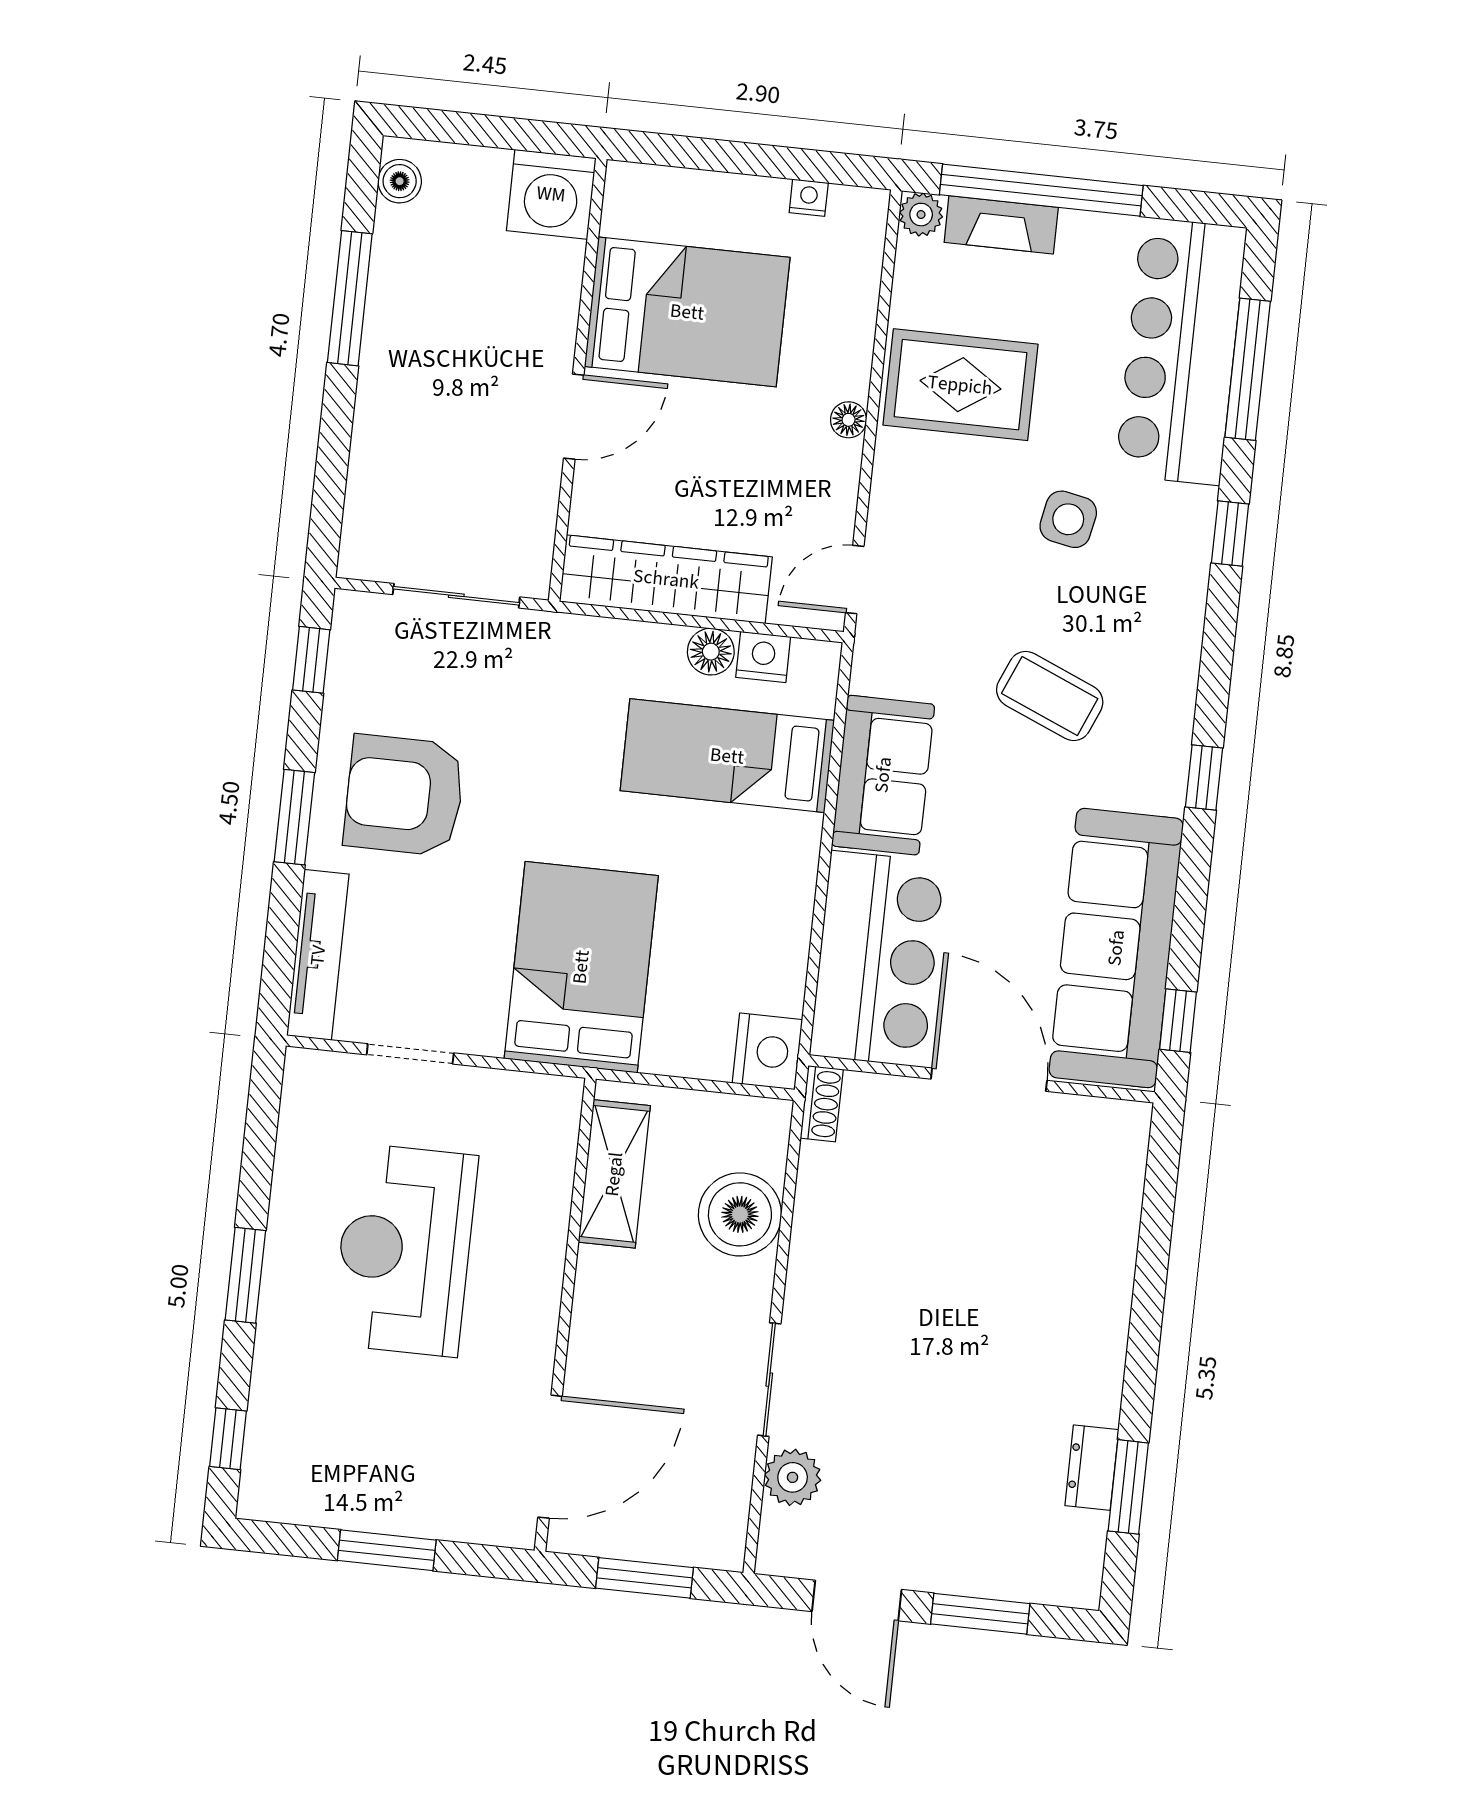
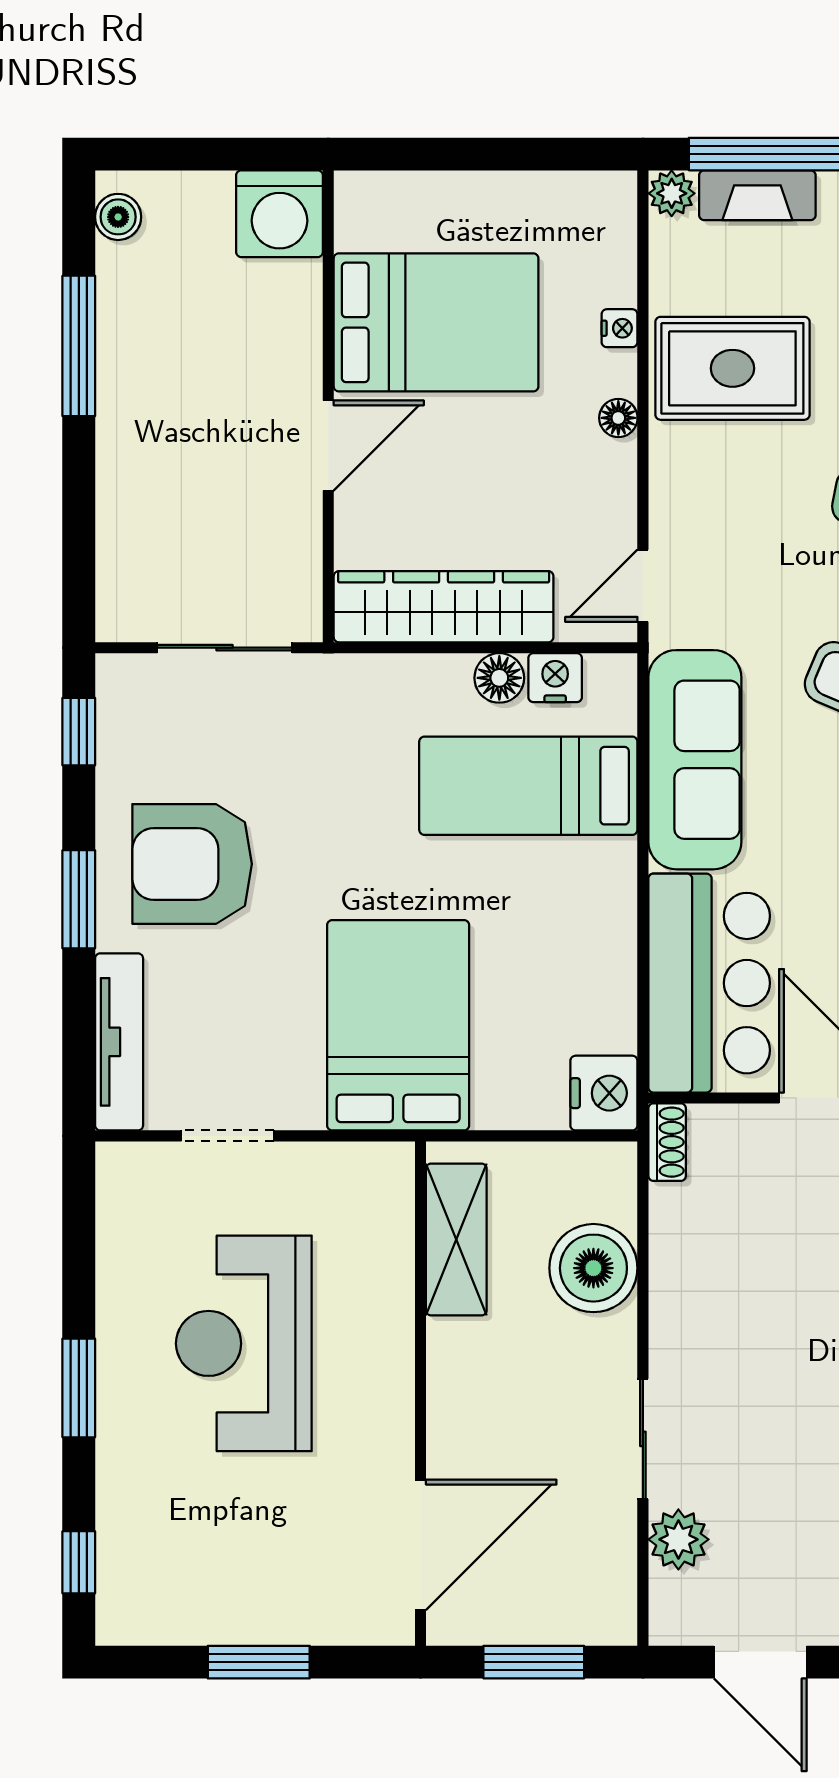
nightstand: (809, 198) -> (620, 328), moved, turned 90
sofa: (883, 775) -> (695, 760), width x1.36

